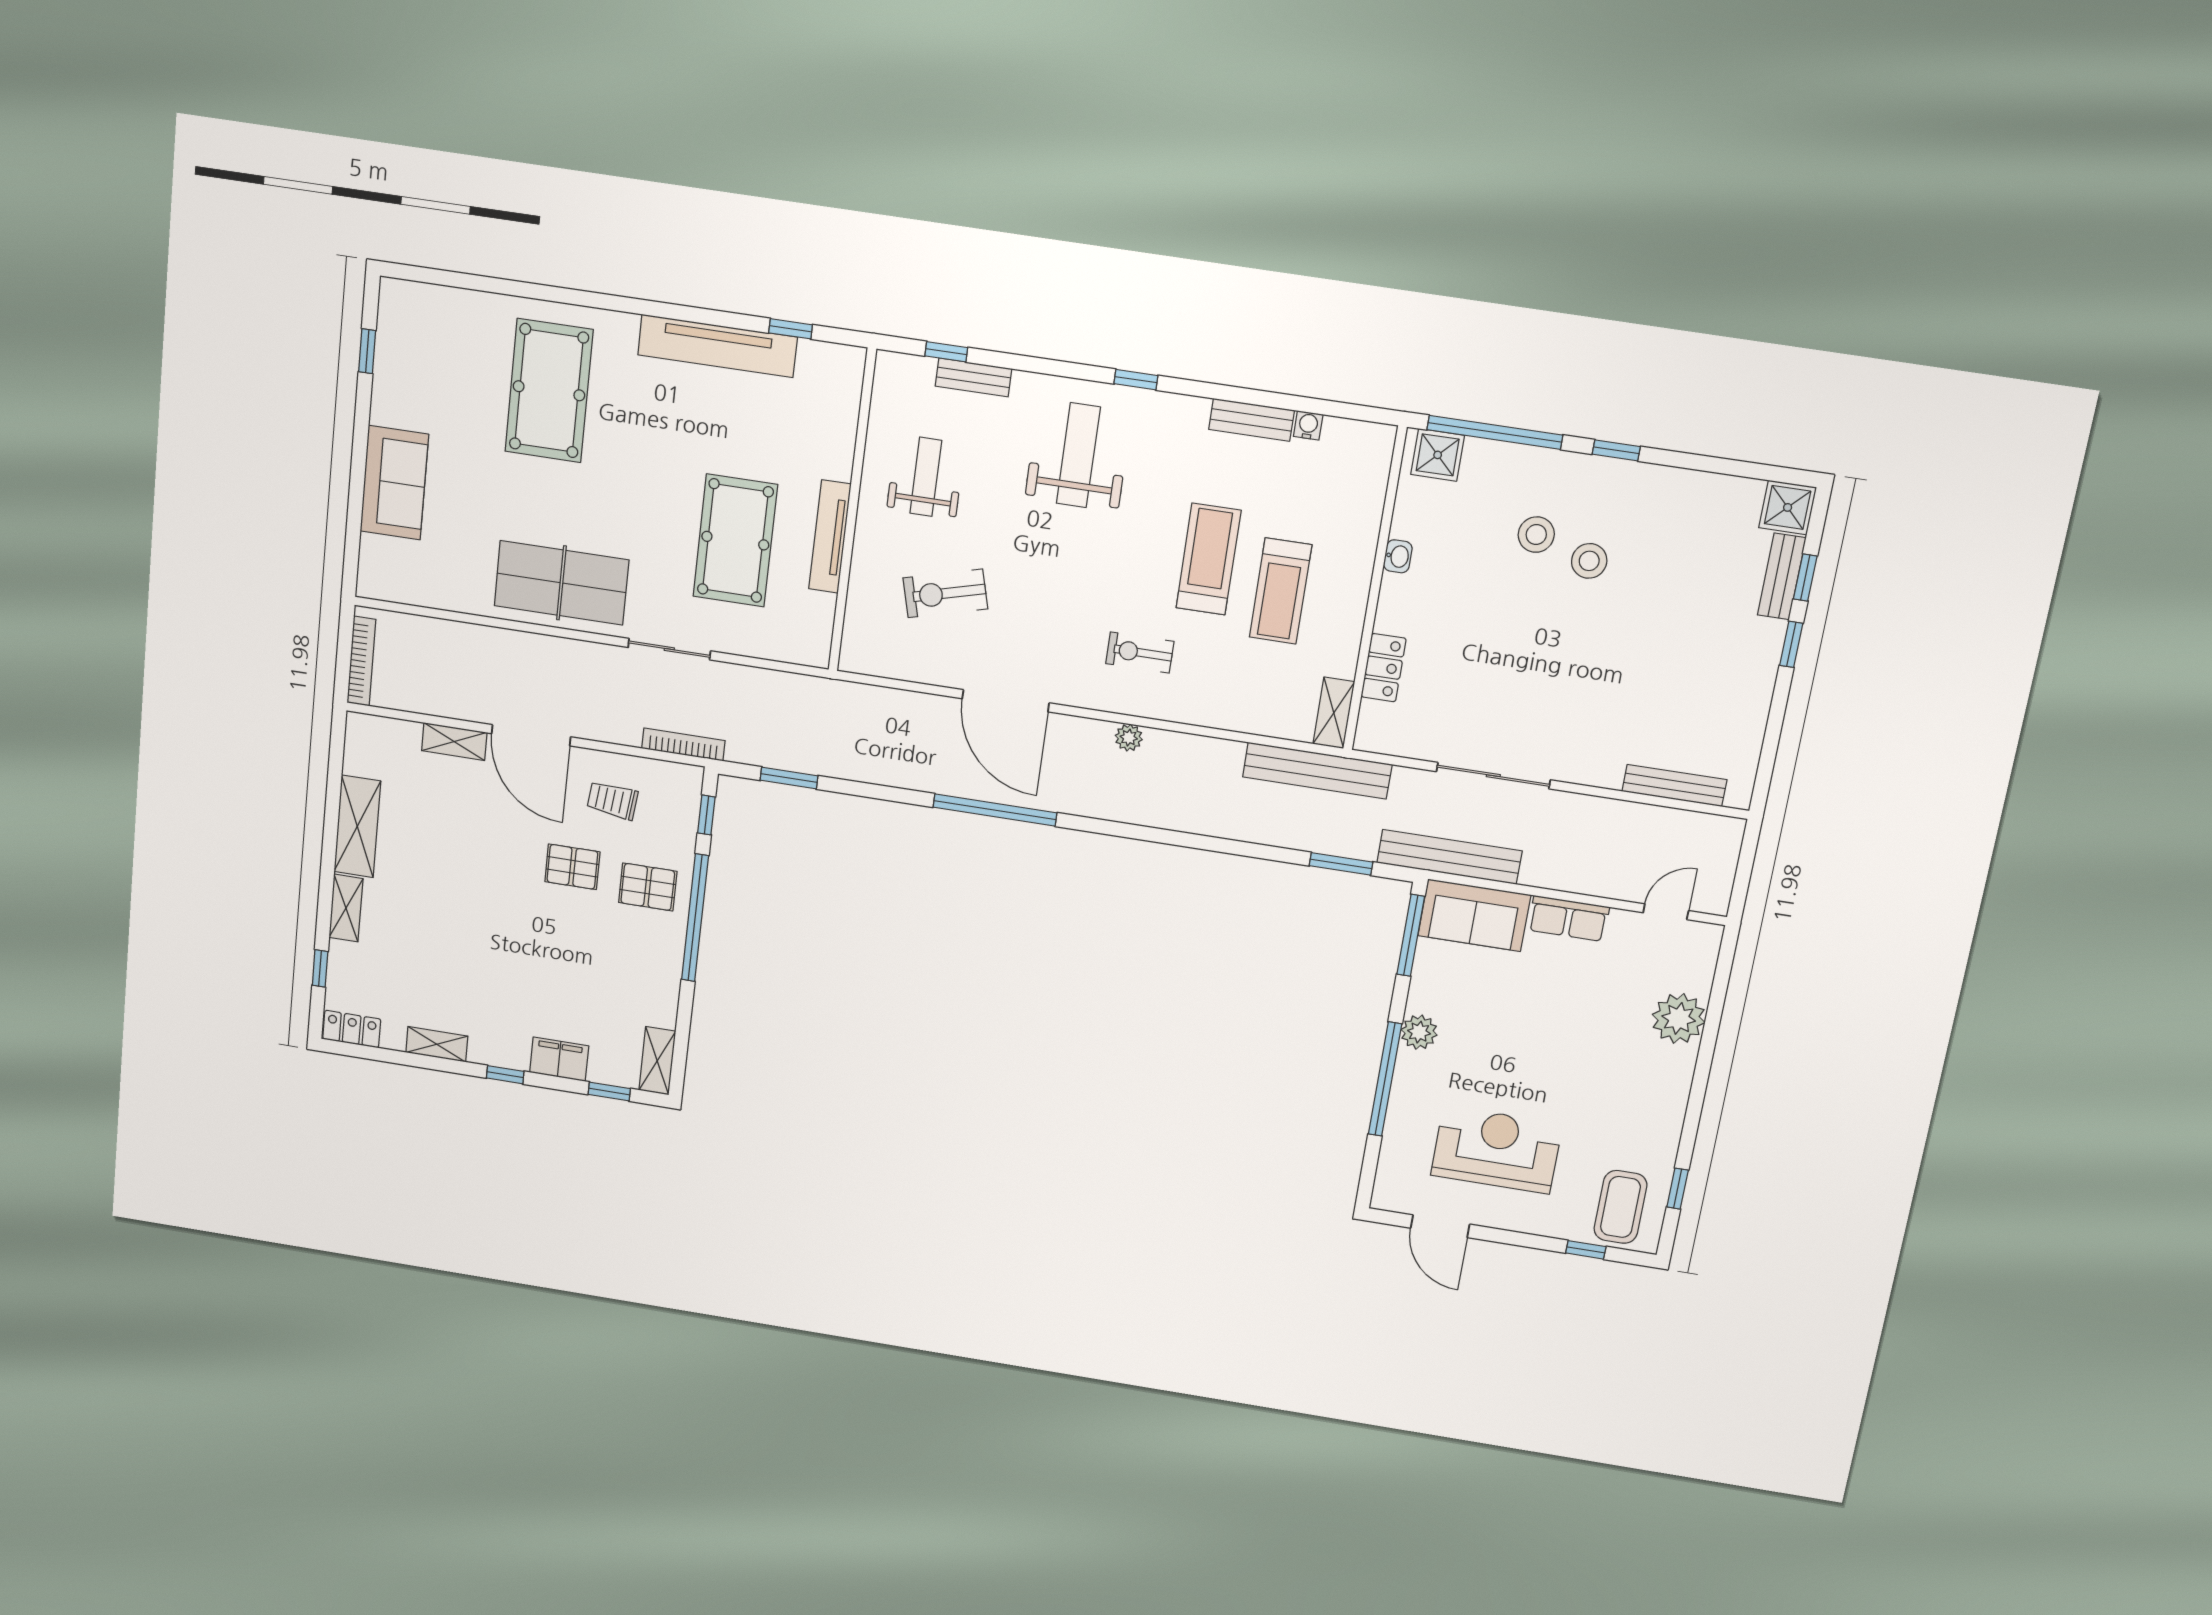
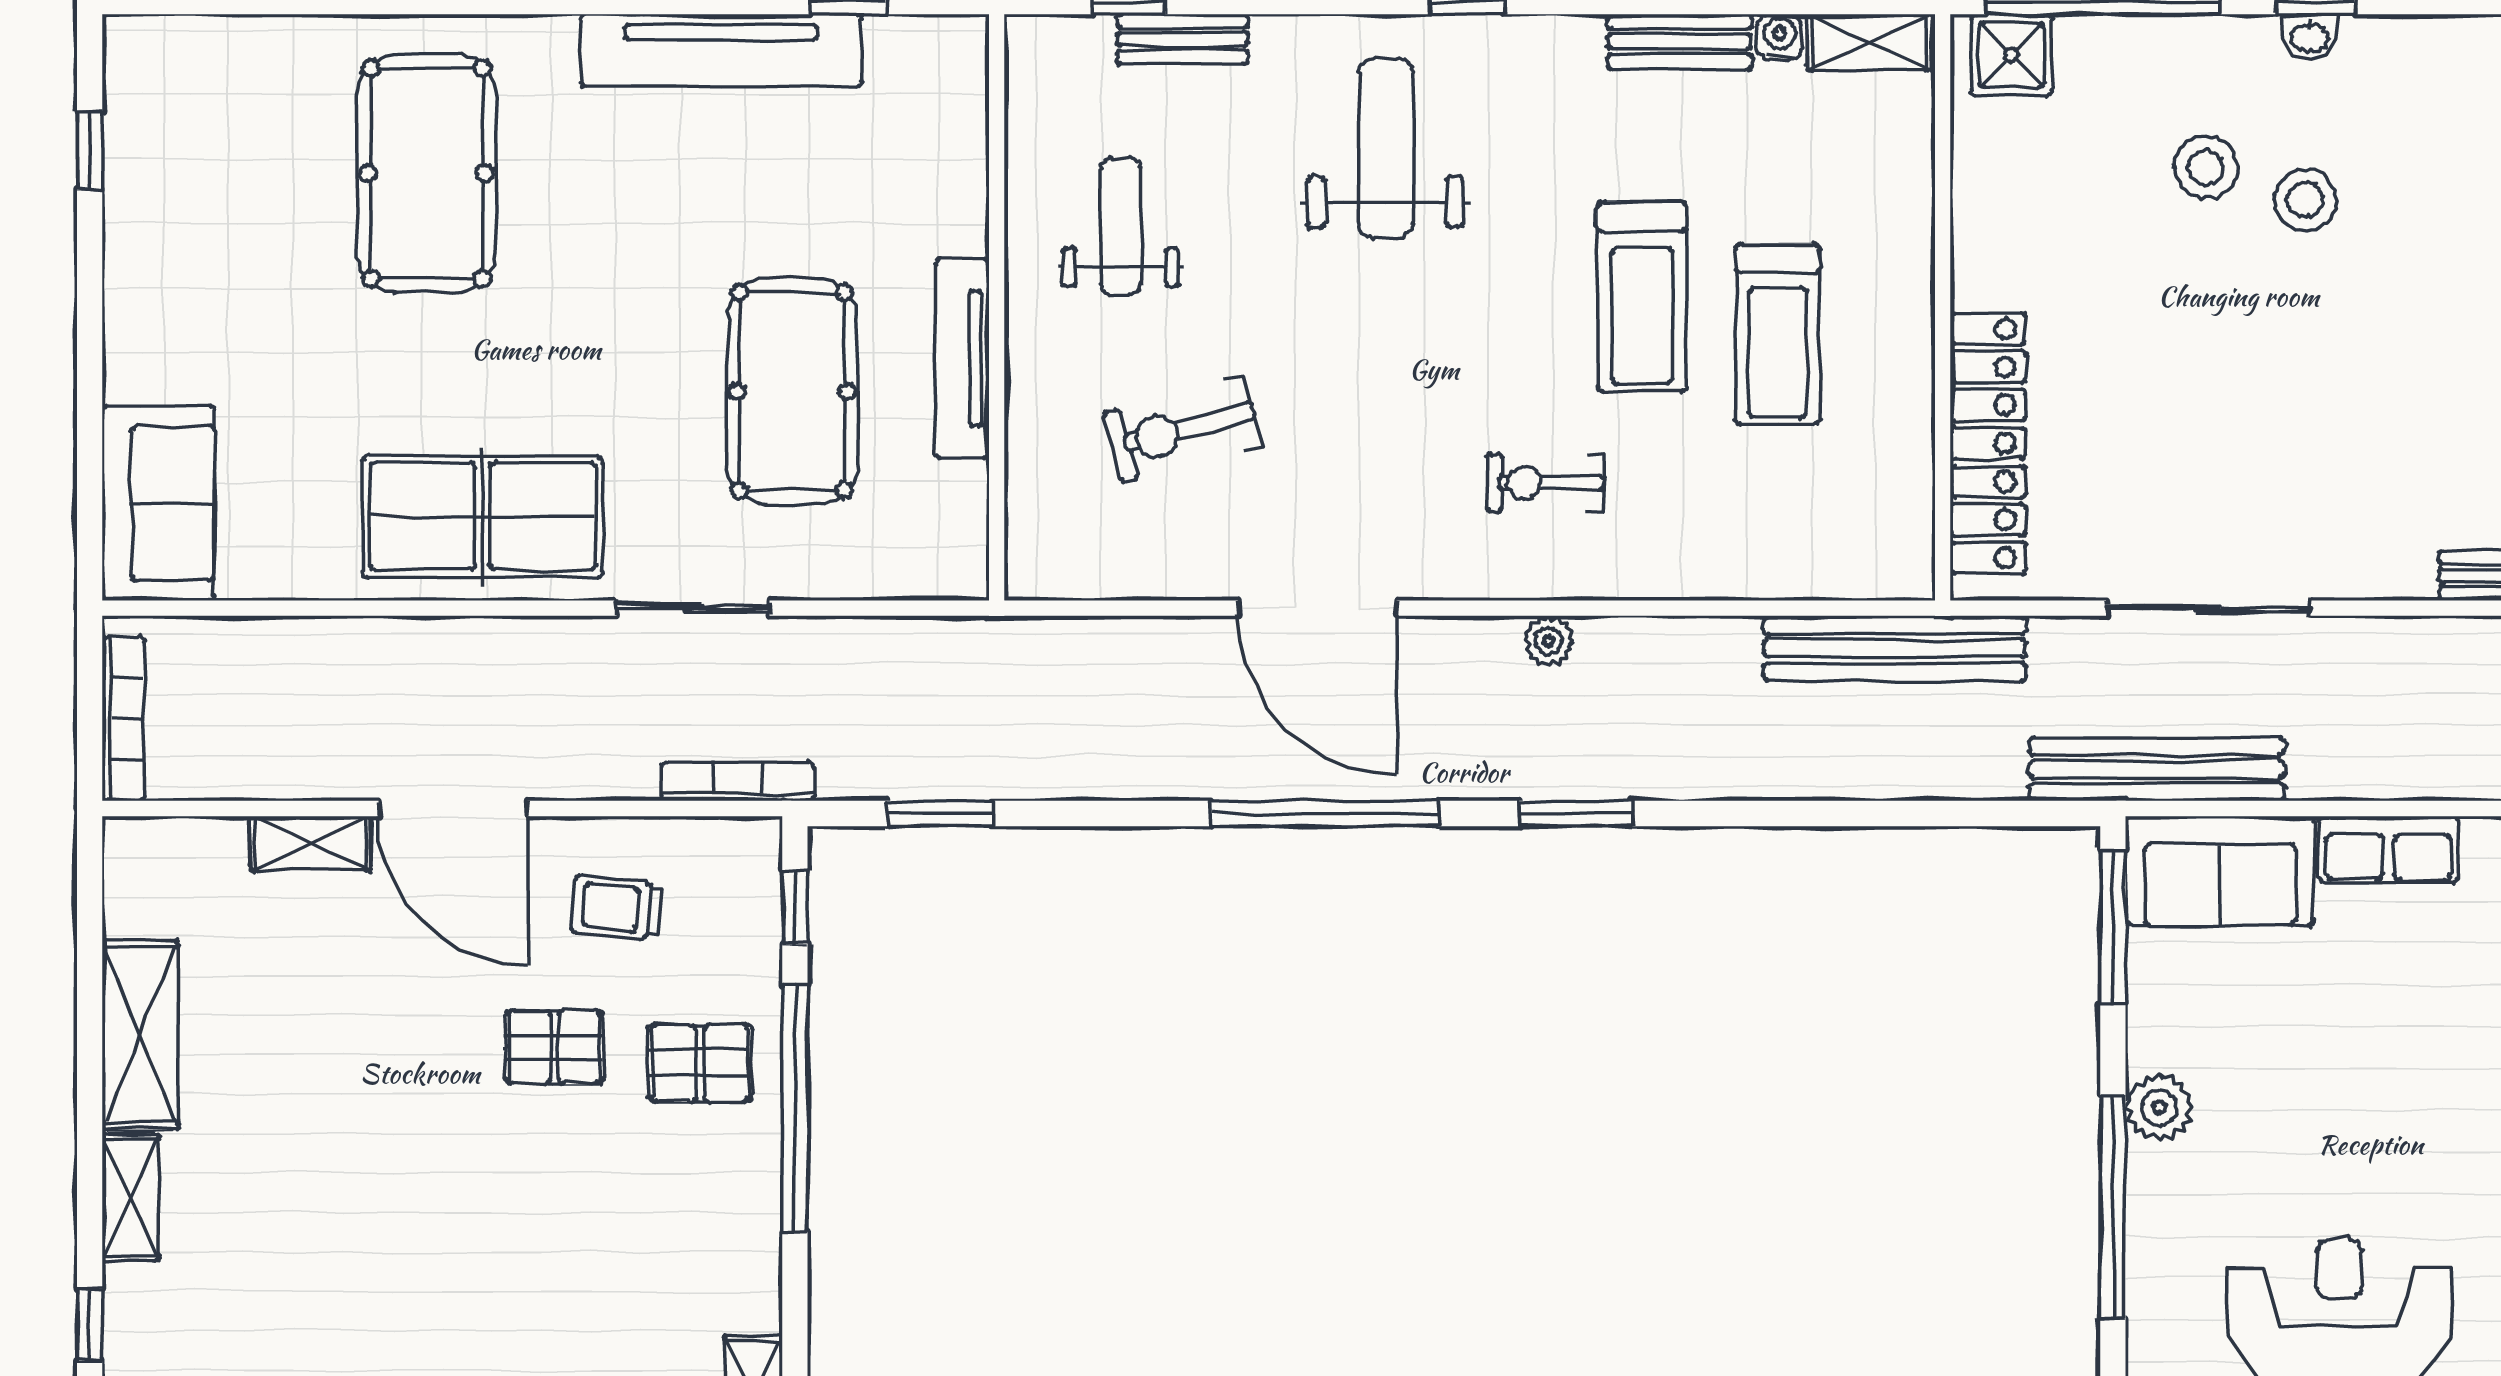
sofa: (394, 483) -> (158, 503), moved
washbasin: (1398, 556) -> (2309, 37), moved, turned 90
treadmill: (1208, 559) -> (1642, 297), turned 180
locker: (1384, 668) -> (1988, 443), width x2.16, depth x1.21
shelving: (1334, 713) -> (1869, 42), moved, turned 90
window: (1341, 864) -> (1576, 814), moved

